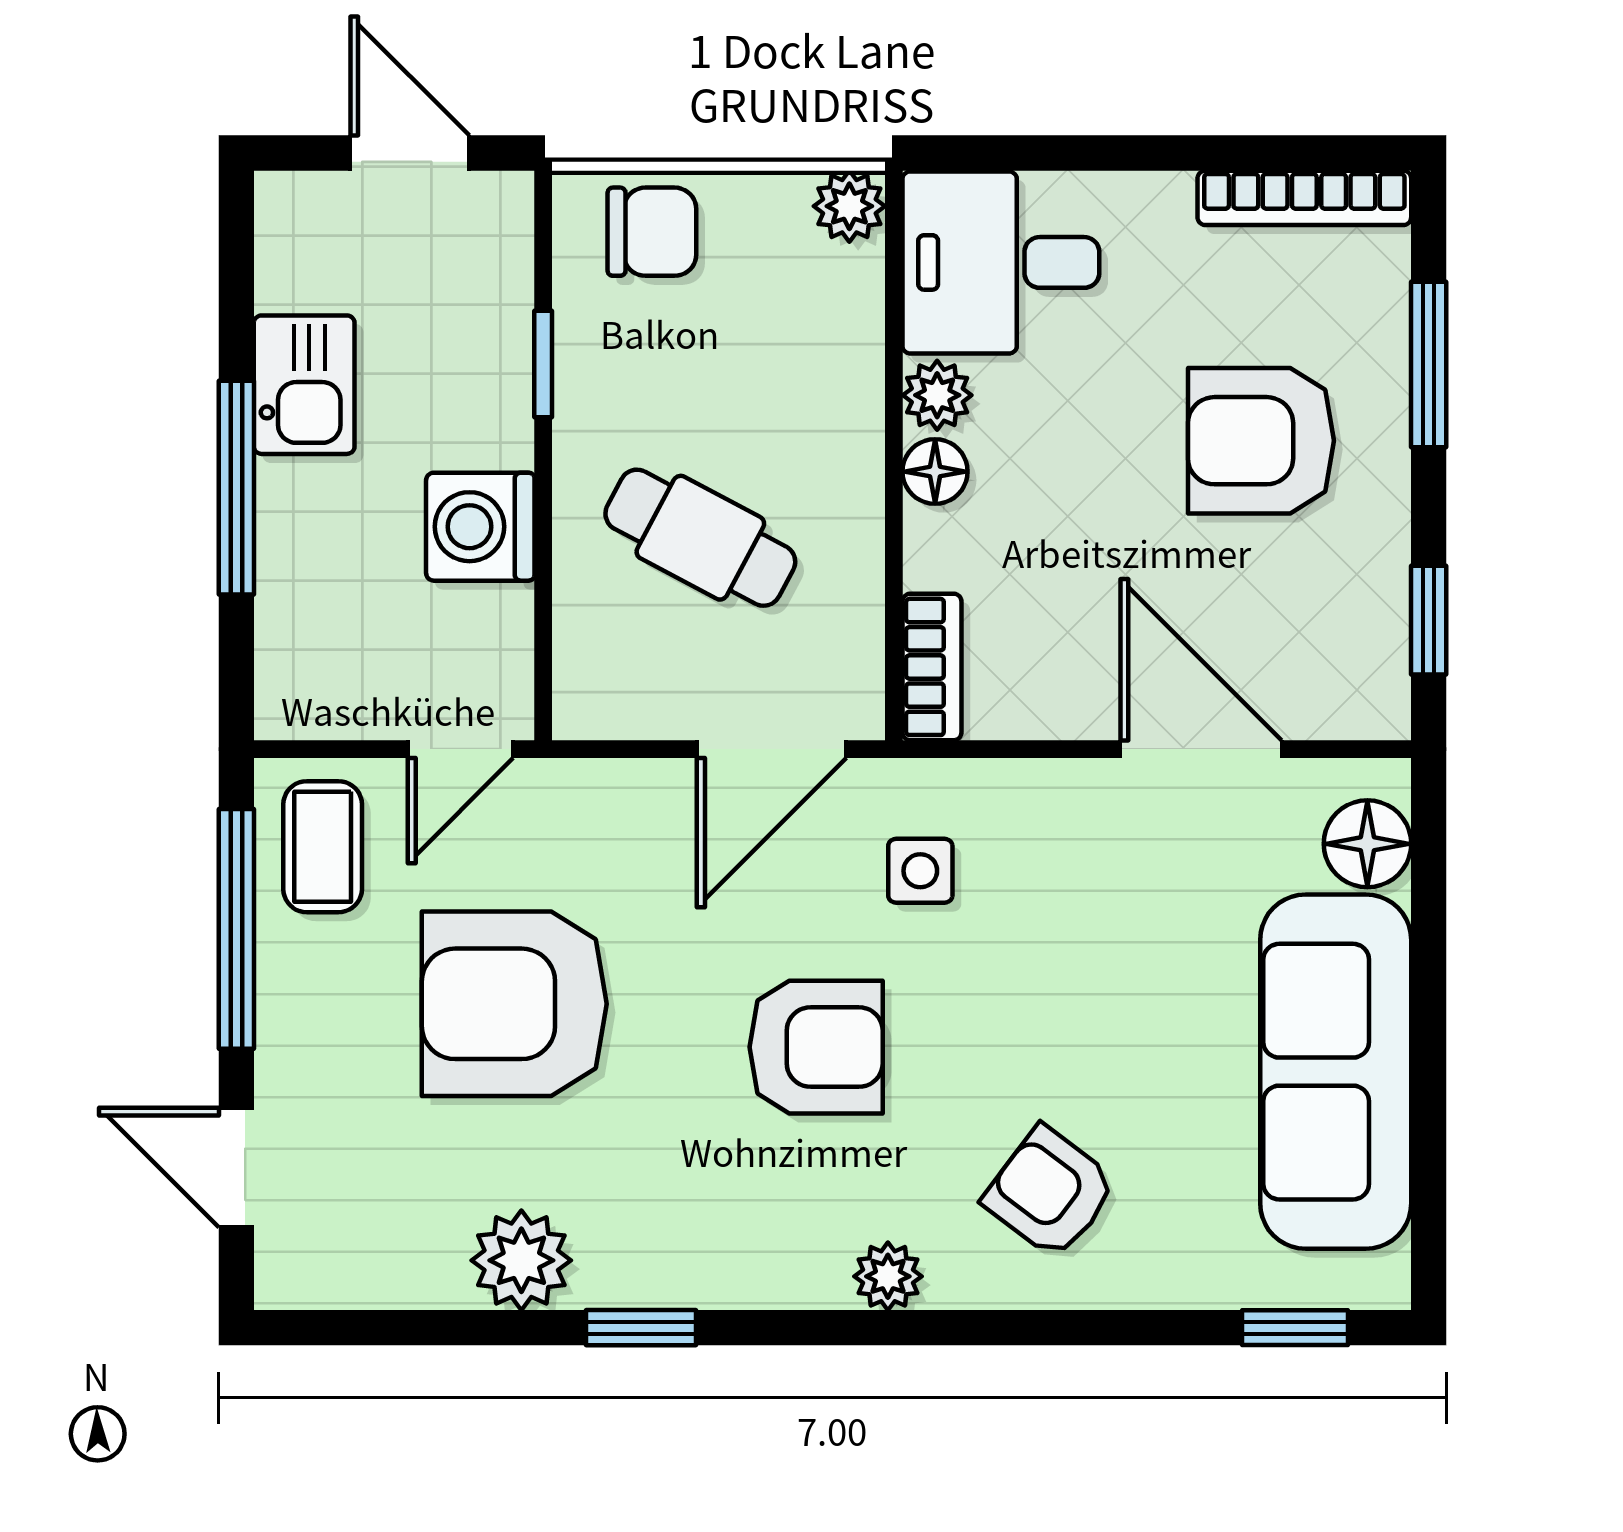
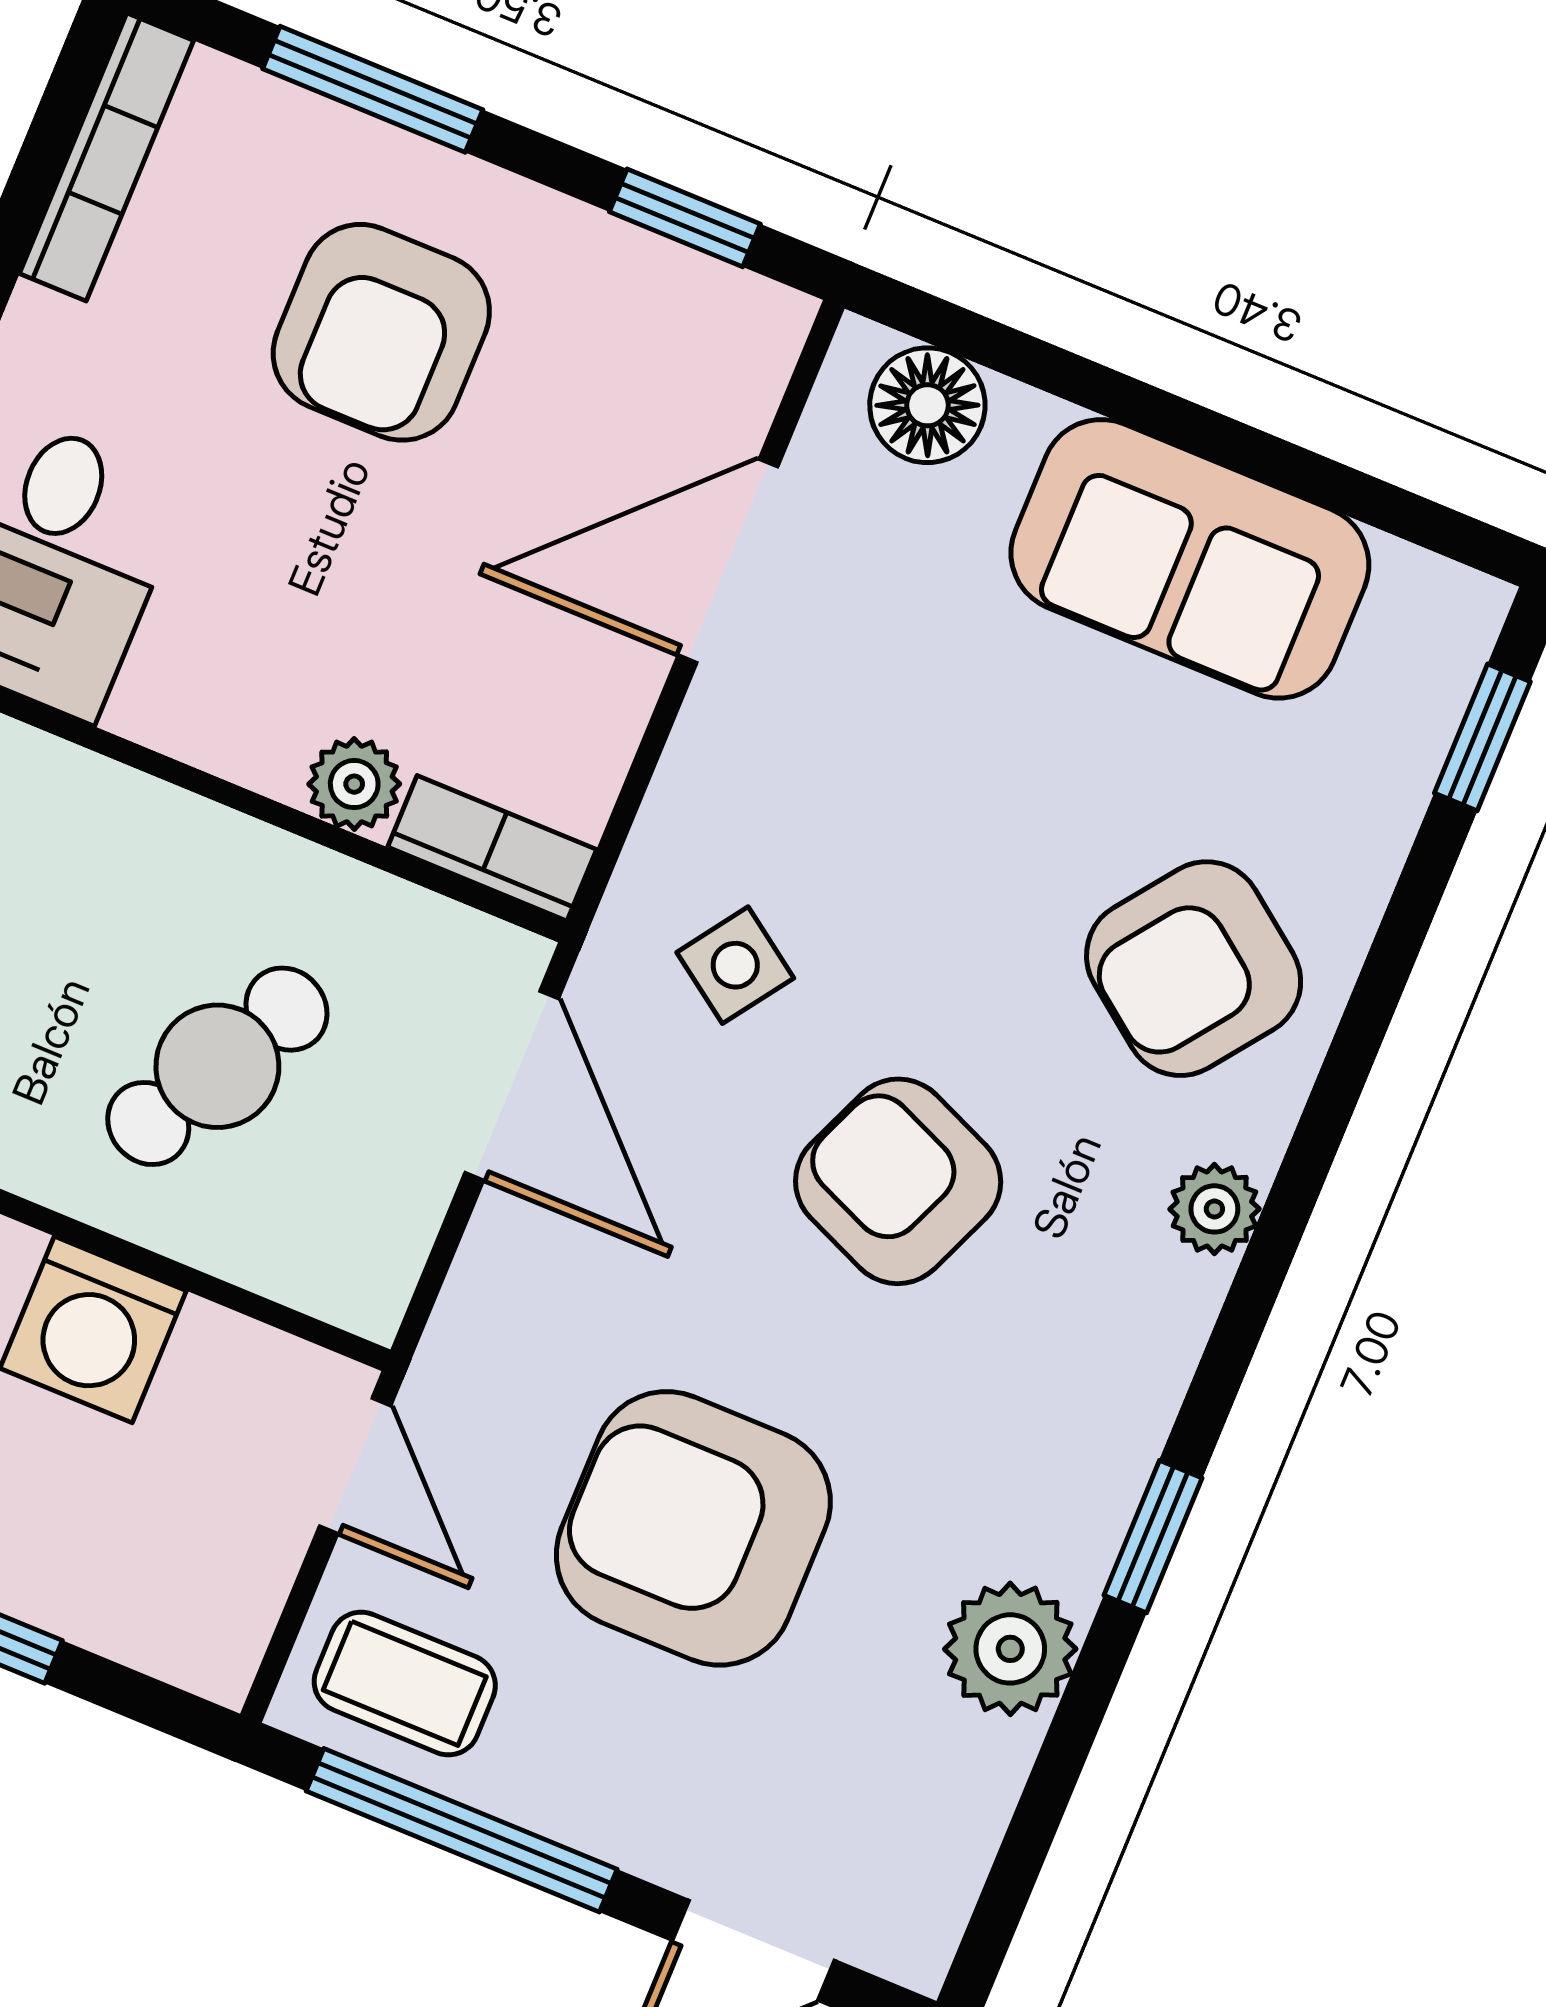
plant: (937, 395) -> (354, 784), moved
floor lamp: (935, 472) -> (255, 746), removed
side table: (920, 871) -> (735, 965), turned 35
armchair: (514, 1004) -> (693, 1528), turned 90
armchair: (816, 1047) -> (898, 1181), turned -67
sofa: (1336, 1072) -> (1190, 559), width x0.73
armchair: (1050, 1192) -> (1194, 969), width x1.38, depth x1.38

